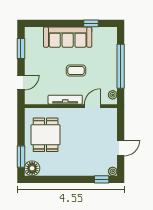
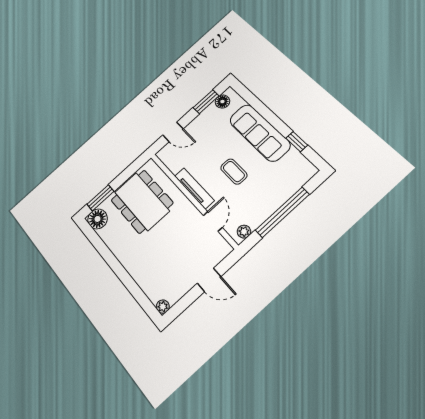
floor lamp: (30, 40) -> (222, 102), added
door: (92, 106) -> (213, 221), hinge flipped
dining table: (46, 135) -> (142, 201), width x1.38
door: (121, 148) -> (209, 280), moved
window: (102, 179) -> (144, 302), removed

